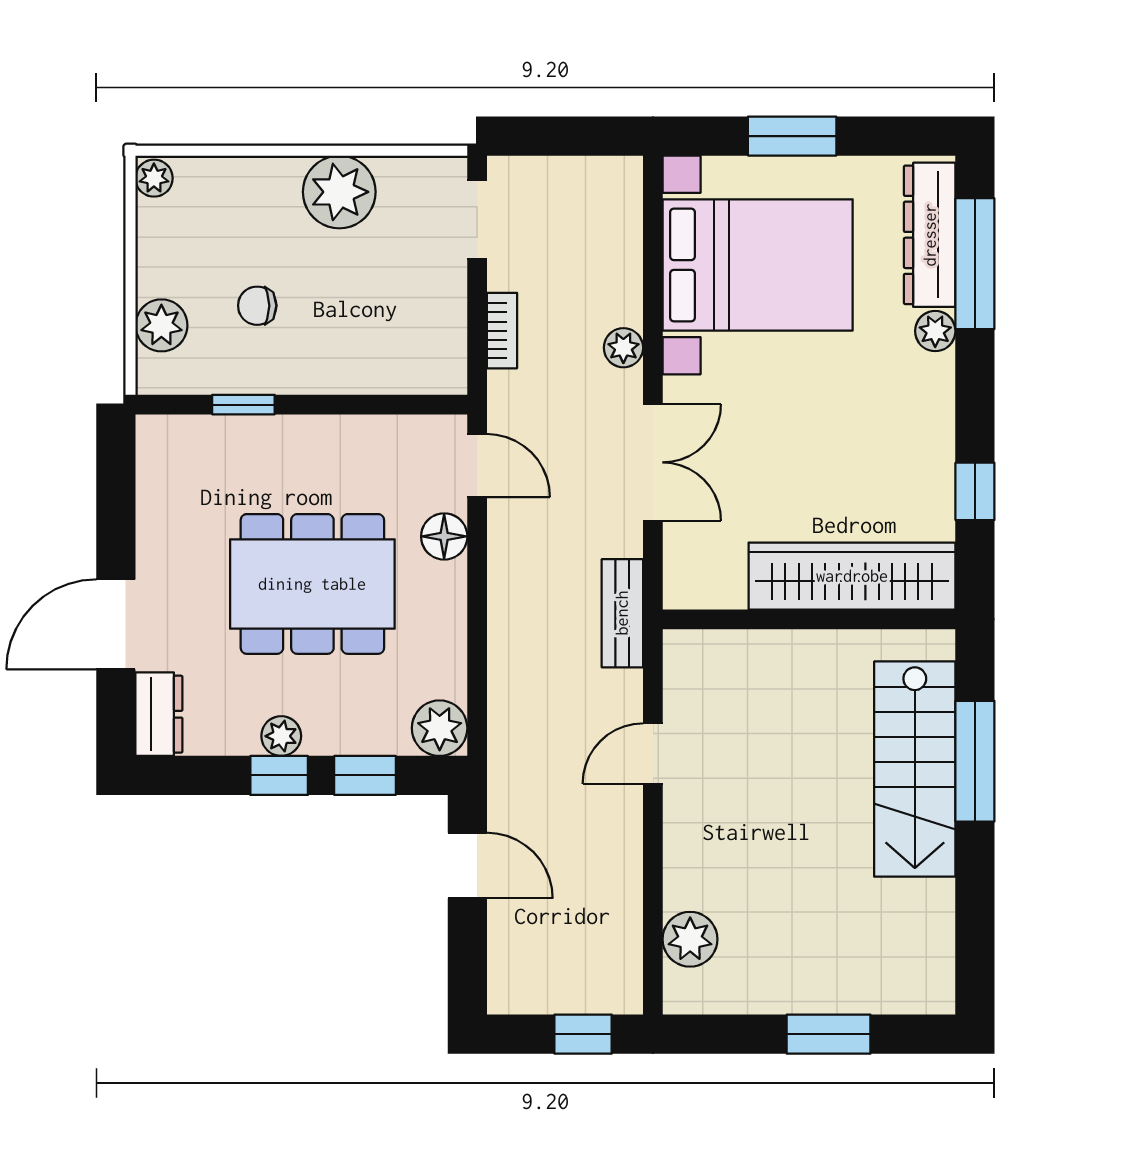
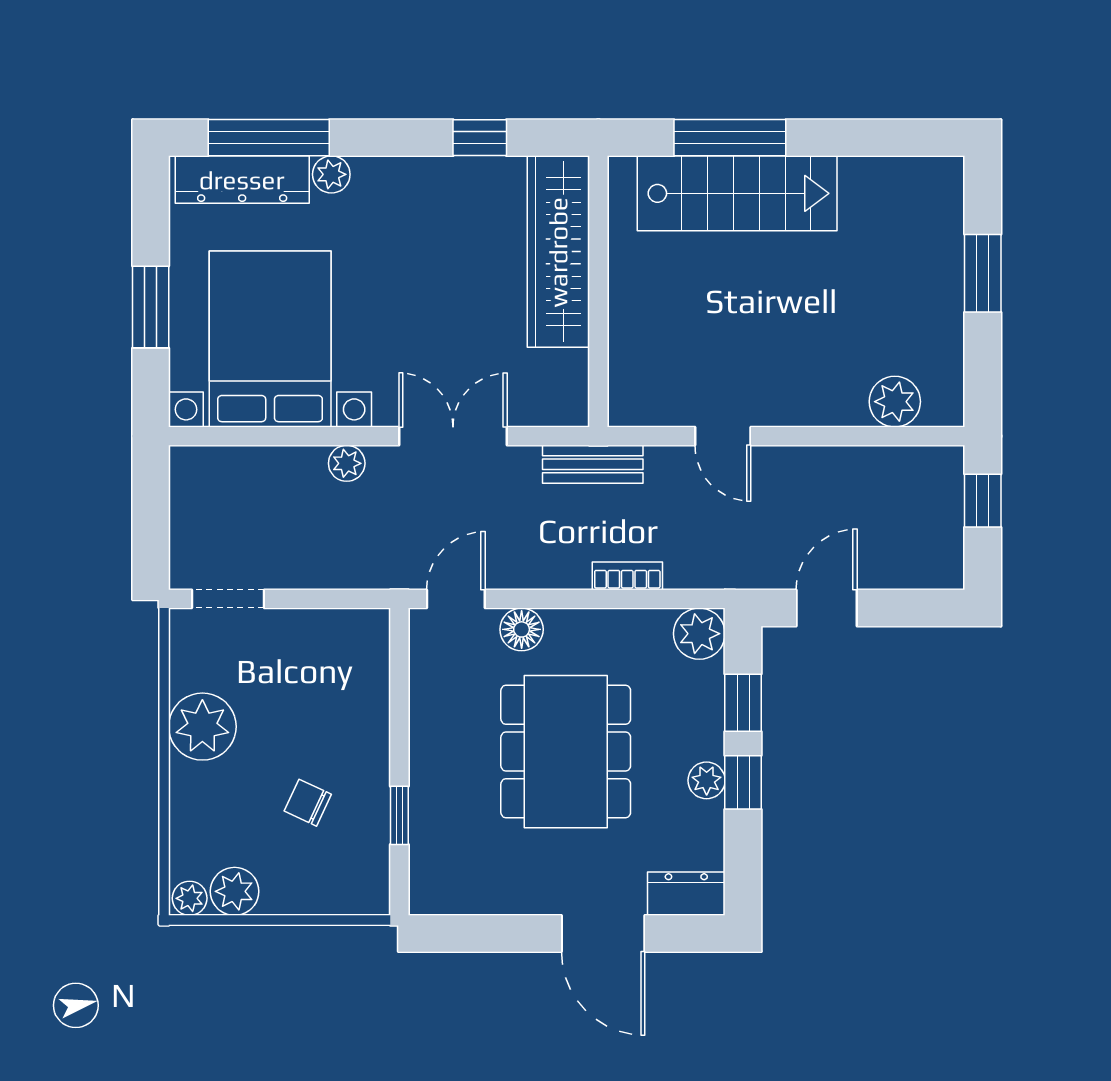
chair: (257, 306) -> (308, 803), turned 115
plant: (161, 325) -> (235, 891), moved
bookcase: (502, 331) -> (627, 576), moved

